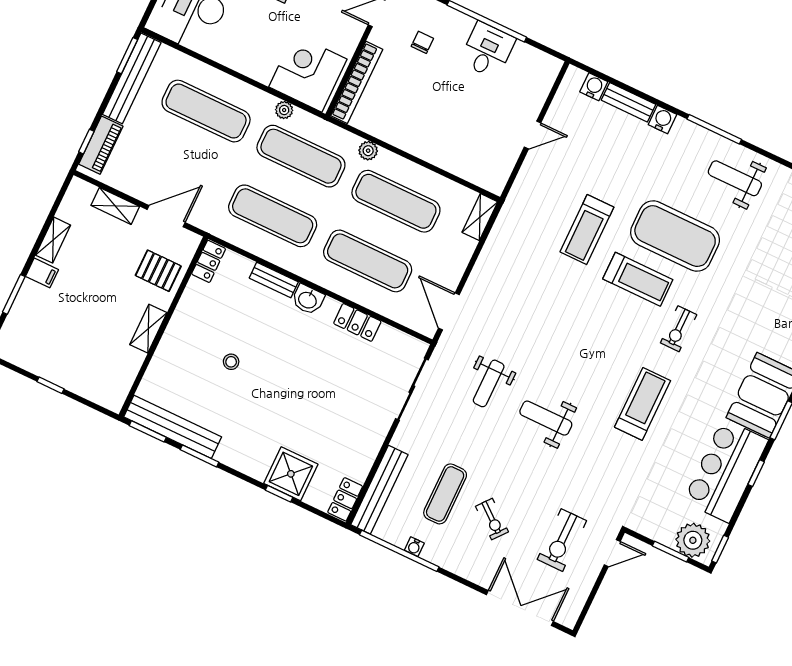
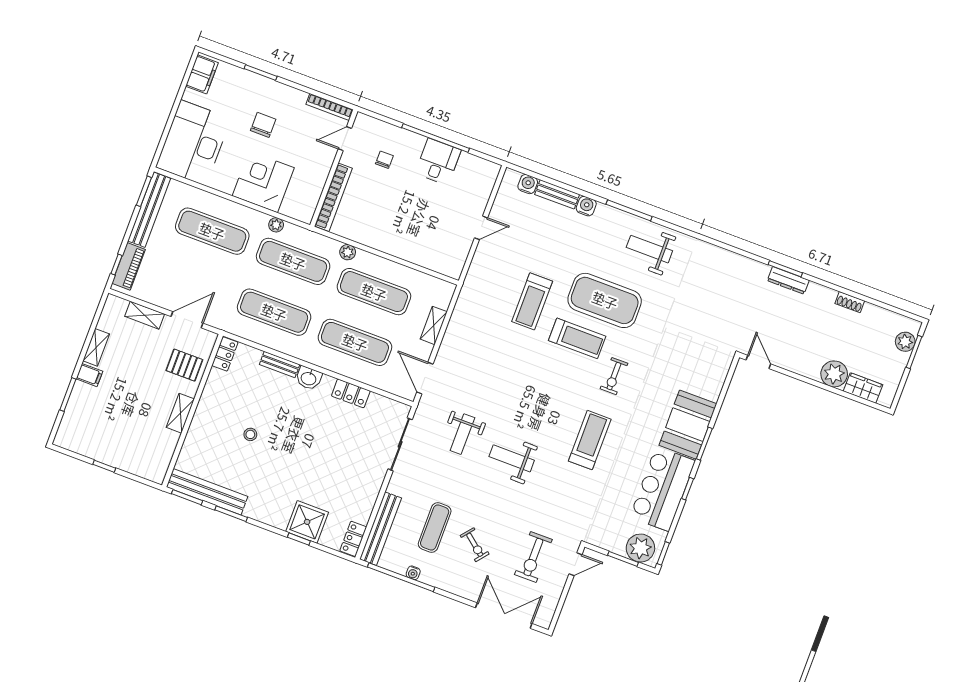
corner desk: (308, 73) -> (263, 182), moved
shelving: (480, 217) -> (434, 325), moved

